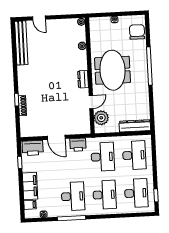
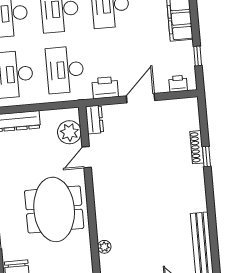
dresser: (83, 79) -> (94, 120), moved
door: (56, 137) -> (141, 98), hinge flipped
printer: (33, 148) -> (178, 84), width x0.53, depth x0.68

